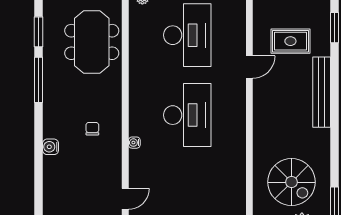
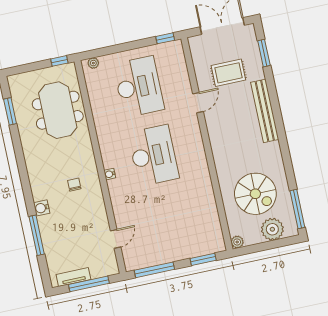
window: (38, 80) -> (37, 235), moved
water cooler: (134, 143) -> (110, 174), moved

